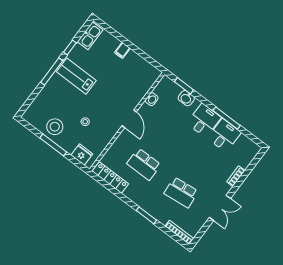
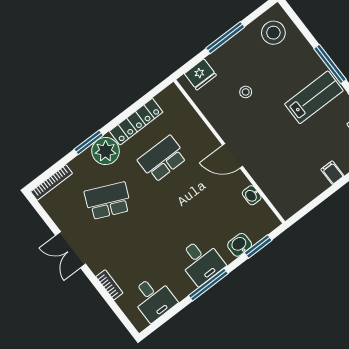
window: (227, 118) -> (208, 285), moved
stool: (55, 127) -> (273, 33), moved
desk: (224, 135) -> (153, 298), moved
locker: (110, 177) -> (136, 122), moved
school desk: (181, 192) -> (108, 201), turned 30
plant: (149, 203) -> (106, 151), added

